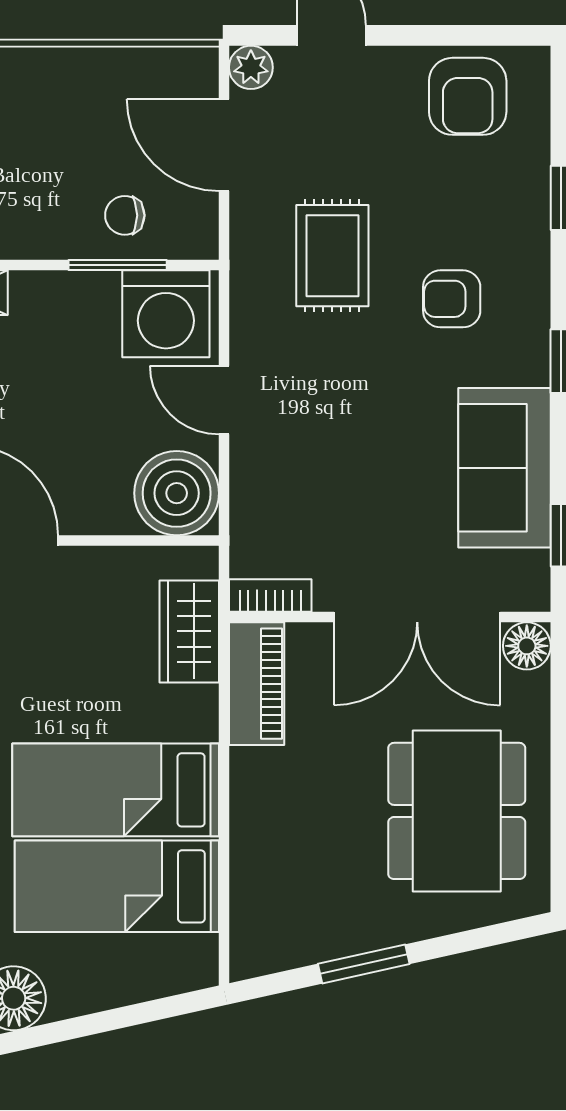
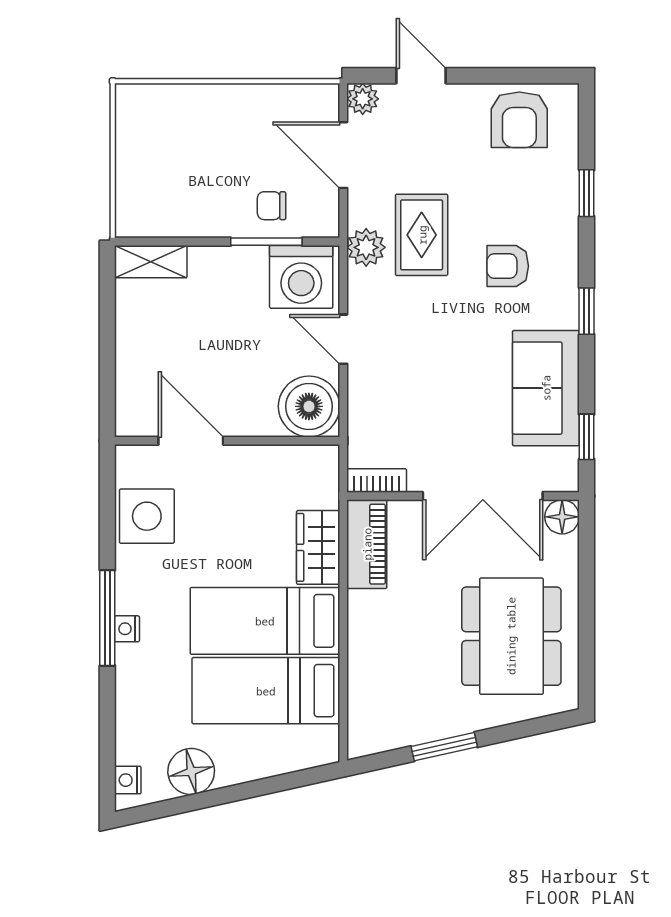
plant: (256, 273) -> (366, 247), added
wardrobe: (189, 631) -> (318, 547), moved

